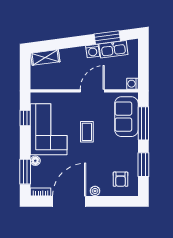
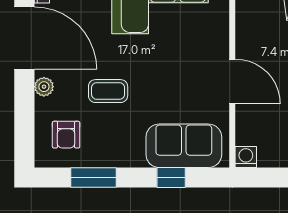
window: (143, 123) -> (171, 178), width x0.46
coffee table: (87, 132) -> (108, 91), moved
armchair: (121, 179) -> (66, 135), turned -90

